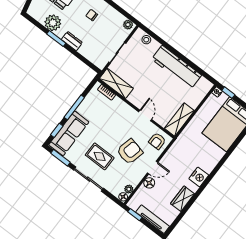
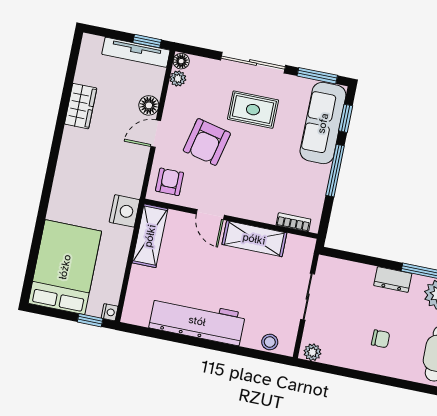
shelving: (116, 83) -> (254, 239), moved
nightstand: (199, 177) -> (124, 211), moved, turned 180
tv unit: (153, 219) -> (136, 52), moved

